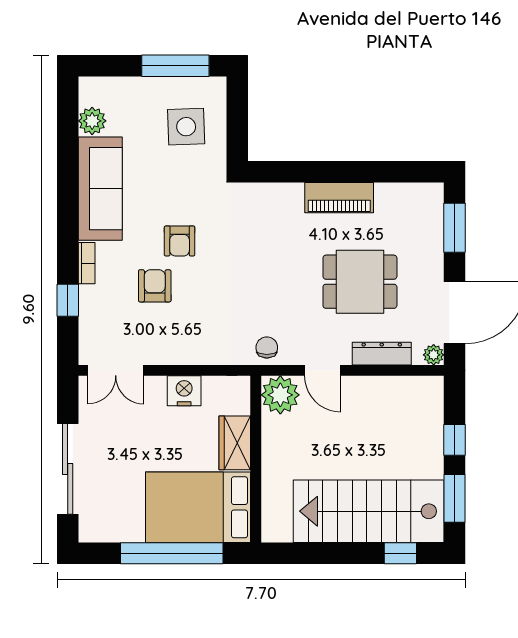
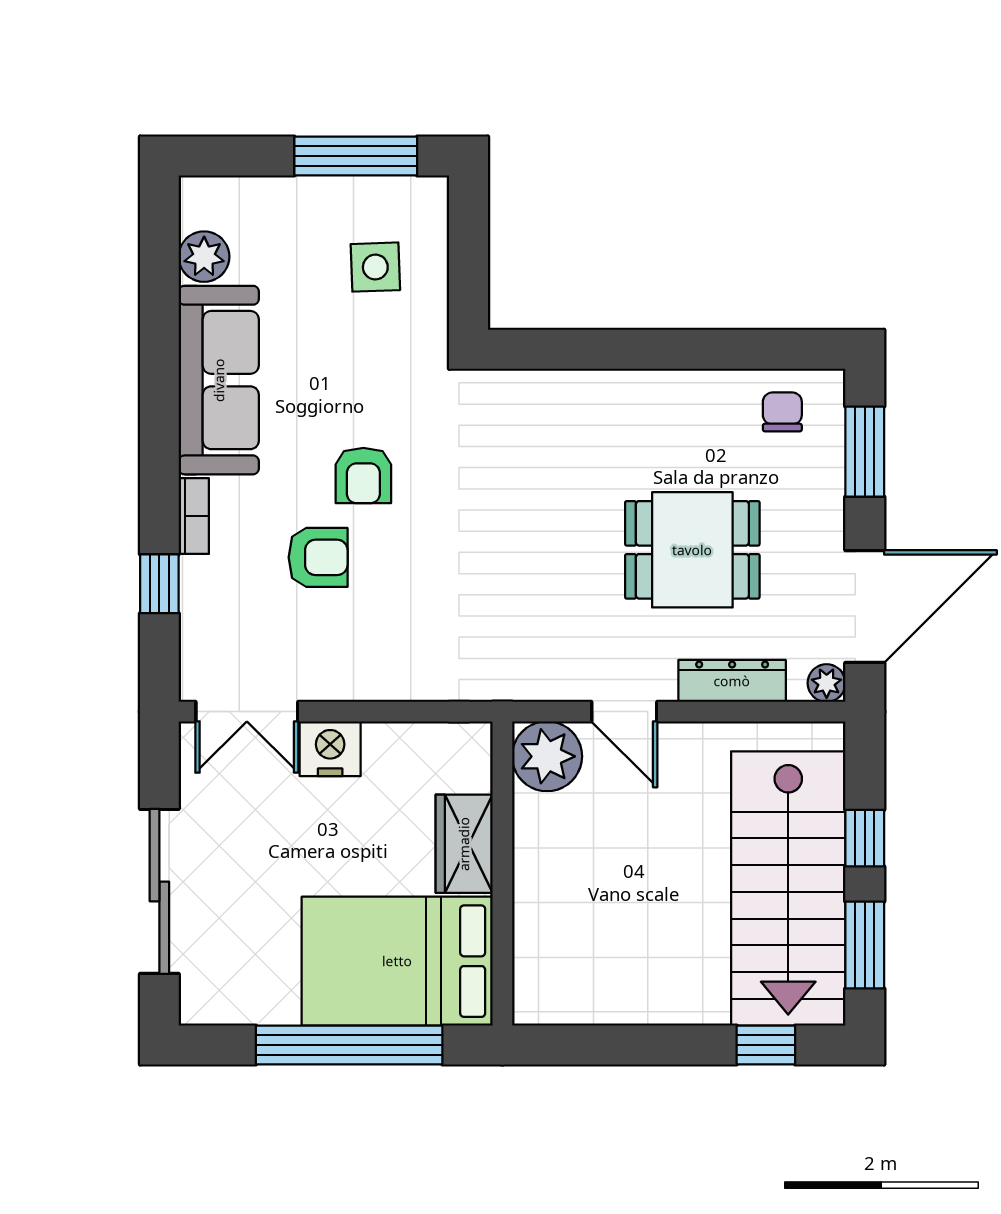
side table: (186, 127) -> (375, 267), width x0.73, depth x0.73
piano: (339, 198) -> (655, 397), removed
armchair: (155, 286) -> (318, 557), turned 90
chair: (267, 347) -> (782, 412), moved
nightstand: (184, 391) -> (330, 749), moved
stairs: (369, 511) -> (788, 888), moved, turned -90

